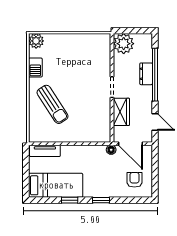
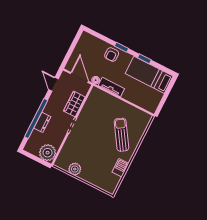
plant: (36, 41) -> (75, 169), moved
tv unit: (45, 151) -> (111, 87), moved
armchair: (134, 180) -> (112, 55), moved

